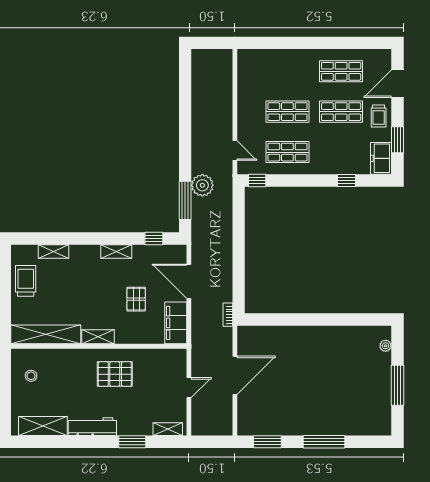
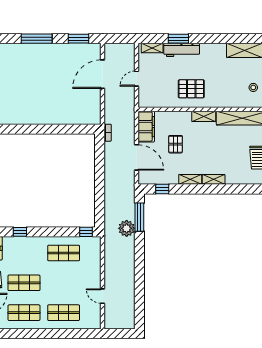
shop shelf: (287, 112) -> (64, 313), moved
door: (235, 151) -> (103, 296), moved
shelving: (53, 251) -> (214, 179), moved
door: (235, 375) -> (103, 74), moved
workbench: (92, 427) -> (182, 50), moved

